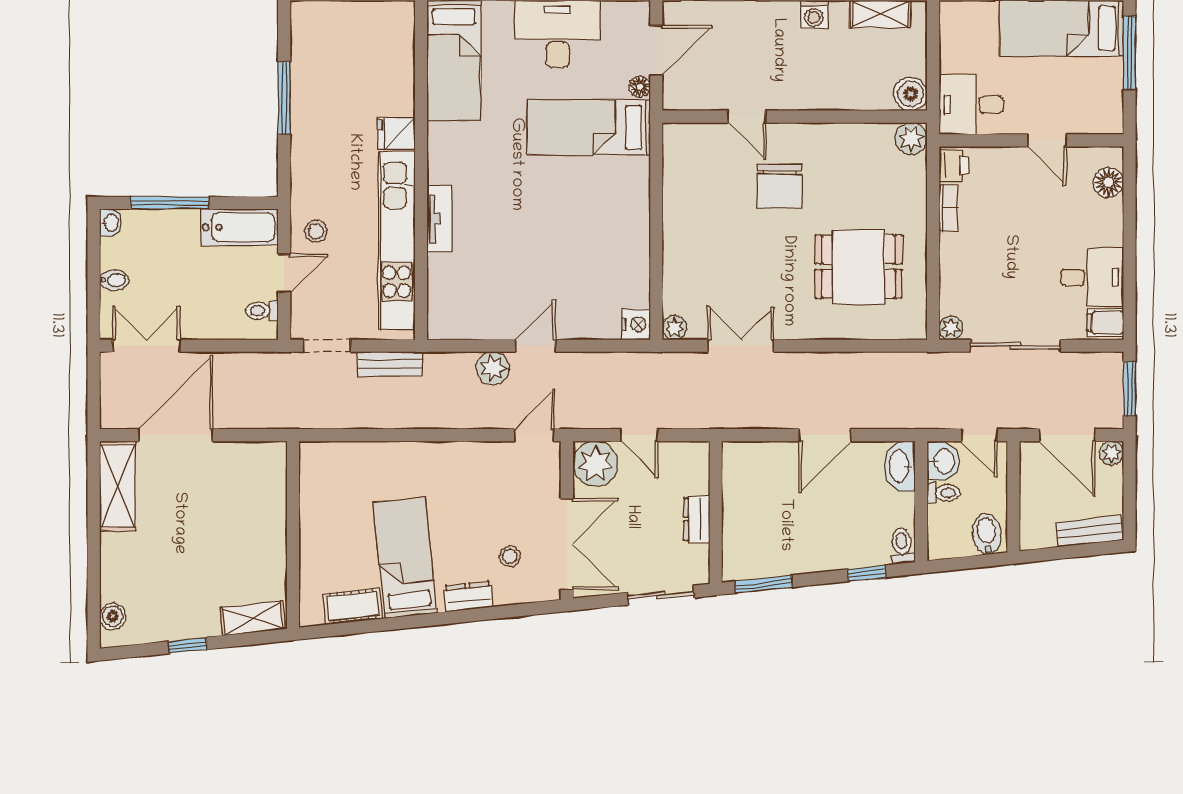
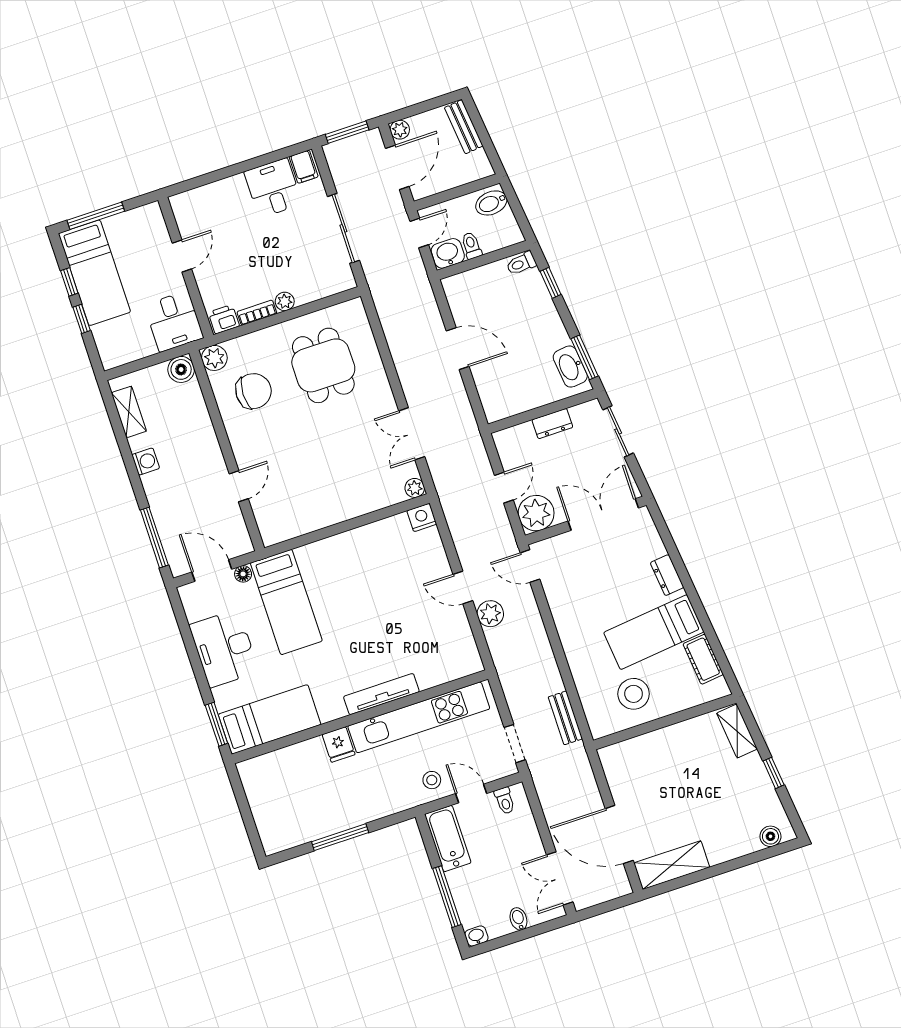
floor lamp: (1108, 182) -> (198, 199), removed
chair: (780, 186) -> (254, 391), moved
tv unit: (440, 219) -> (381, 694), width x1.41
plant: (951, 328) -> (285, 301), moved
bench: (390, 364) -> (565, 718), moved
washbasin: (900, 466) -> (570, 367), moved, turned 84
stool: (510, 556) -> (634, 694), moved, width x1.89, depth x1.89

